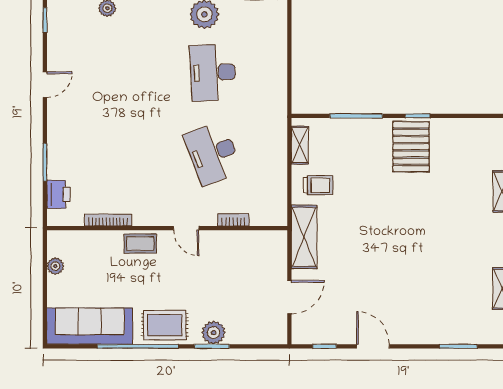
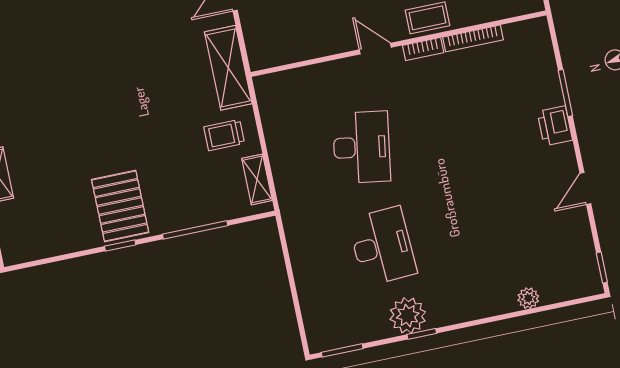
desk: (213, 153) -> (362, 147), turned 30
printer: (59, 194) -> (555, 126), moved
bookcase: (233, 220) -> (423, 49), moved

